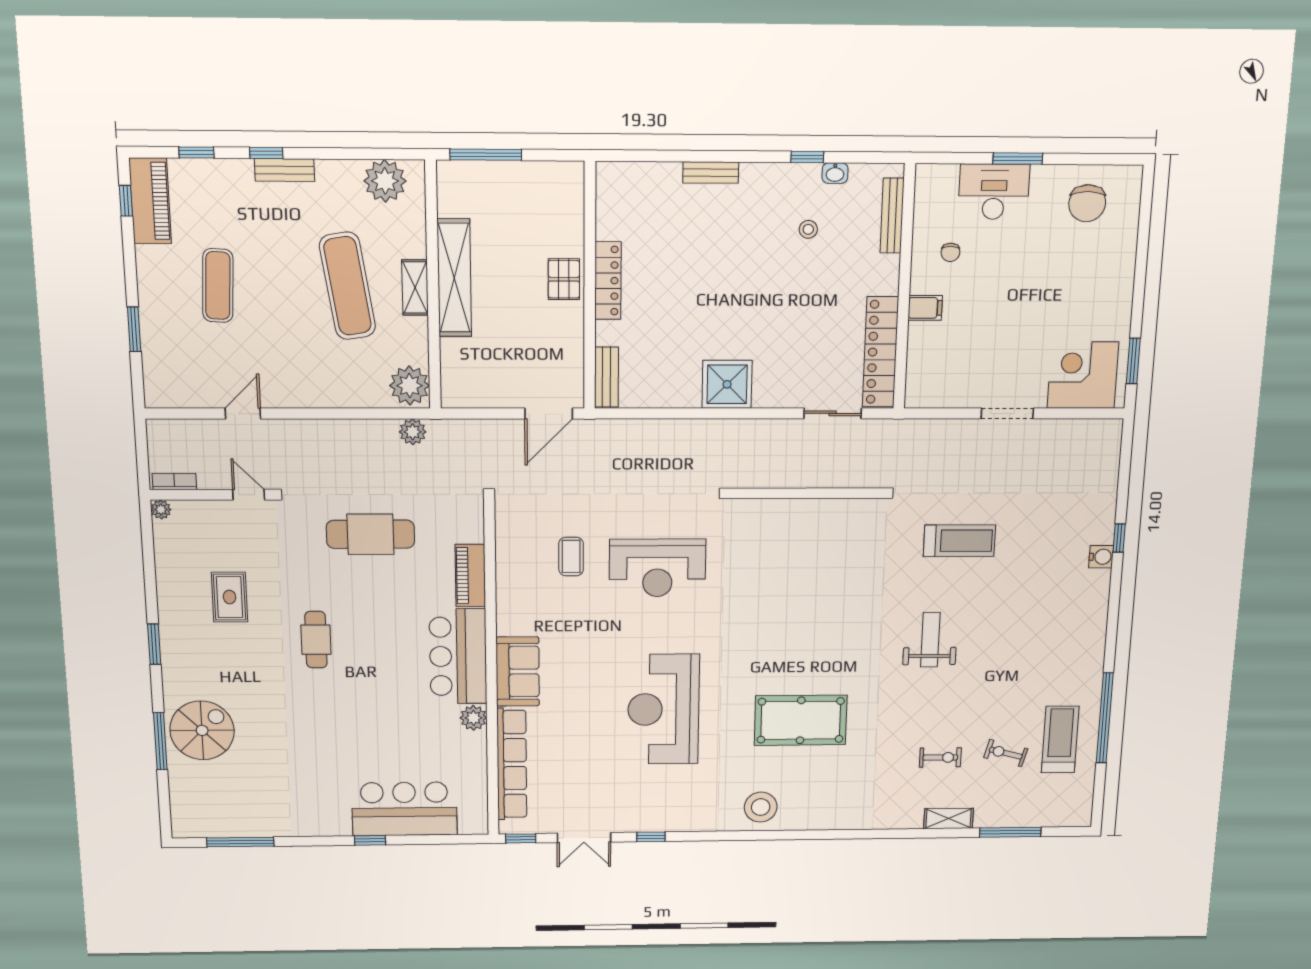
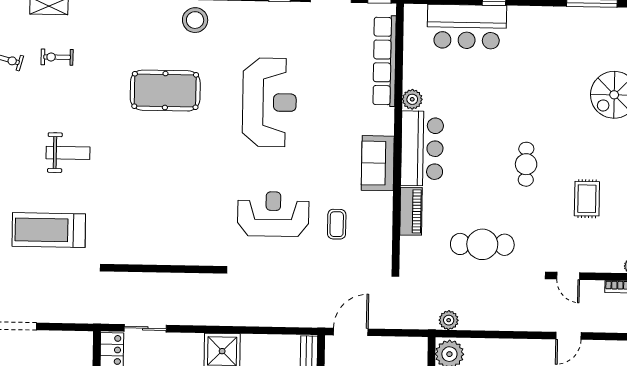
treadmill: (959, 541) -> (49, 230), width x1.37, depth x1.38
weight bench: (930, 640) -> (68, 153), turned -90
sofa: (518, 672) -> (378, 163), moved

